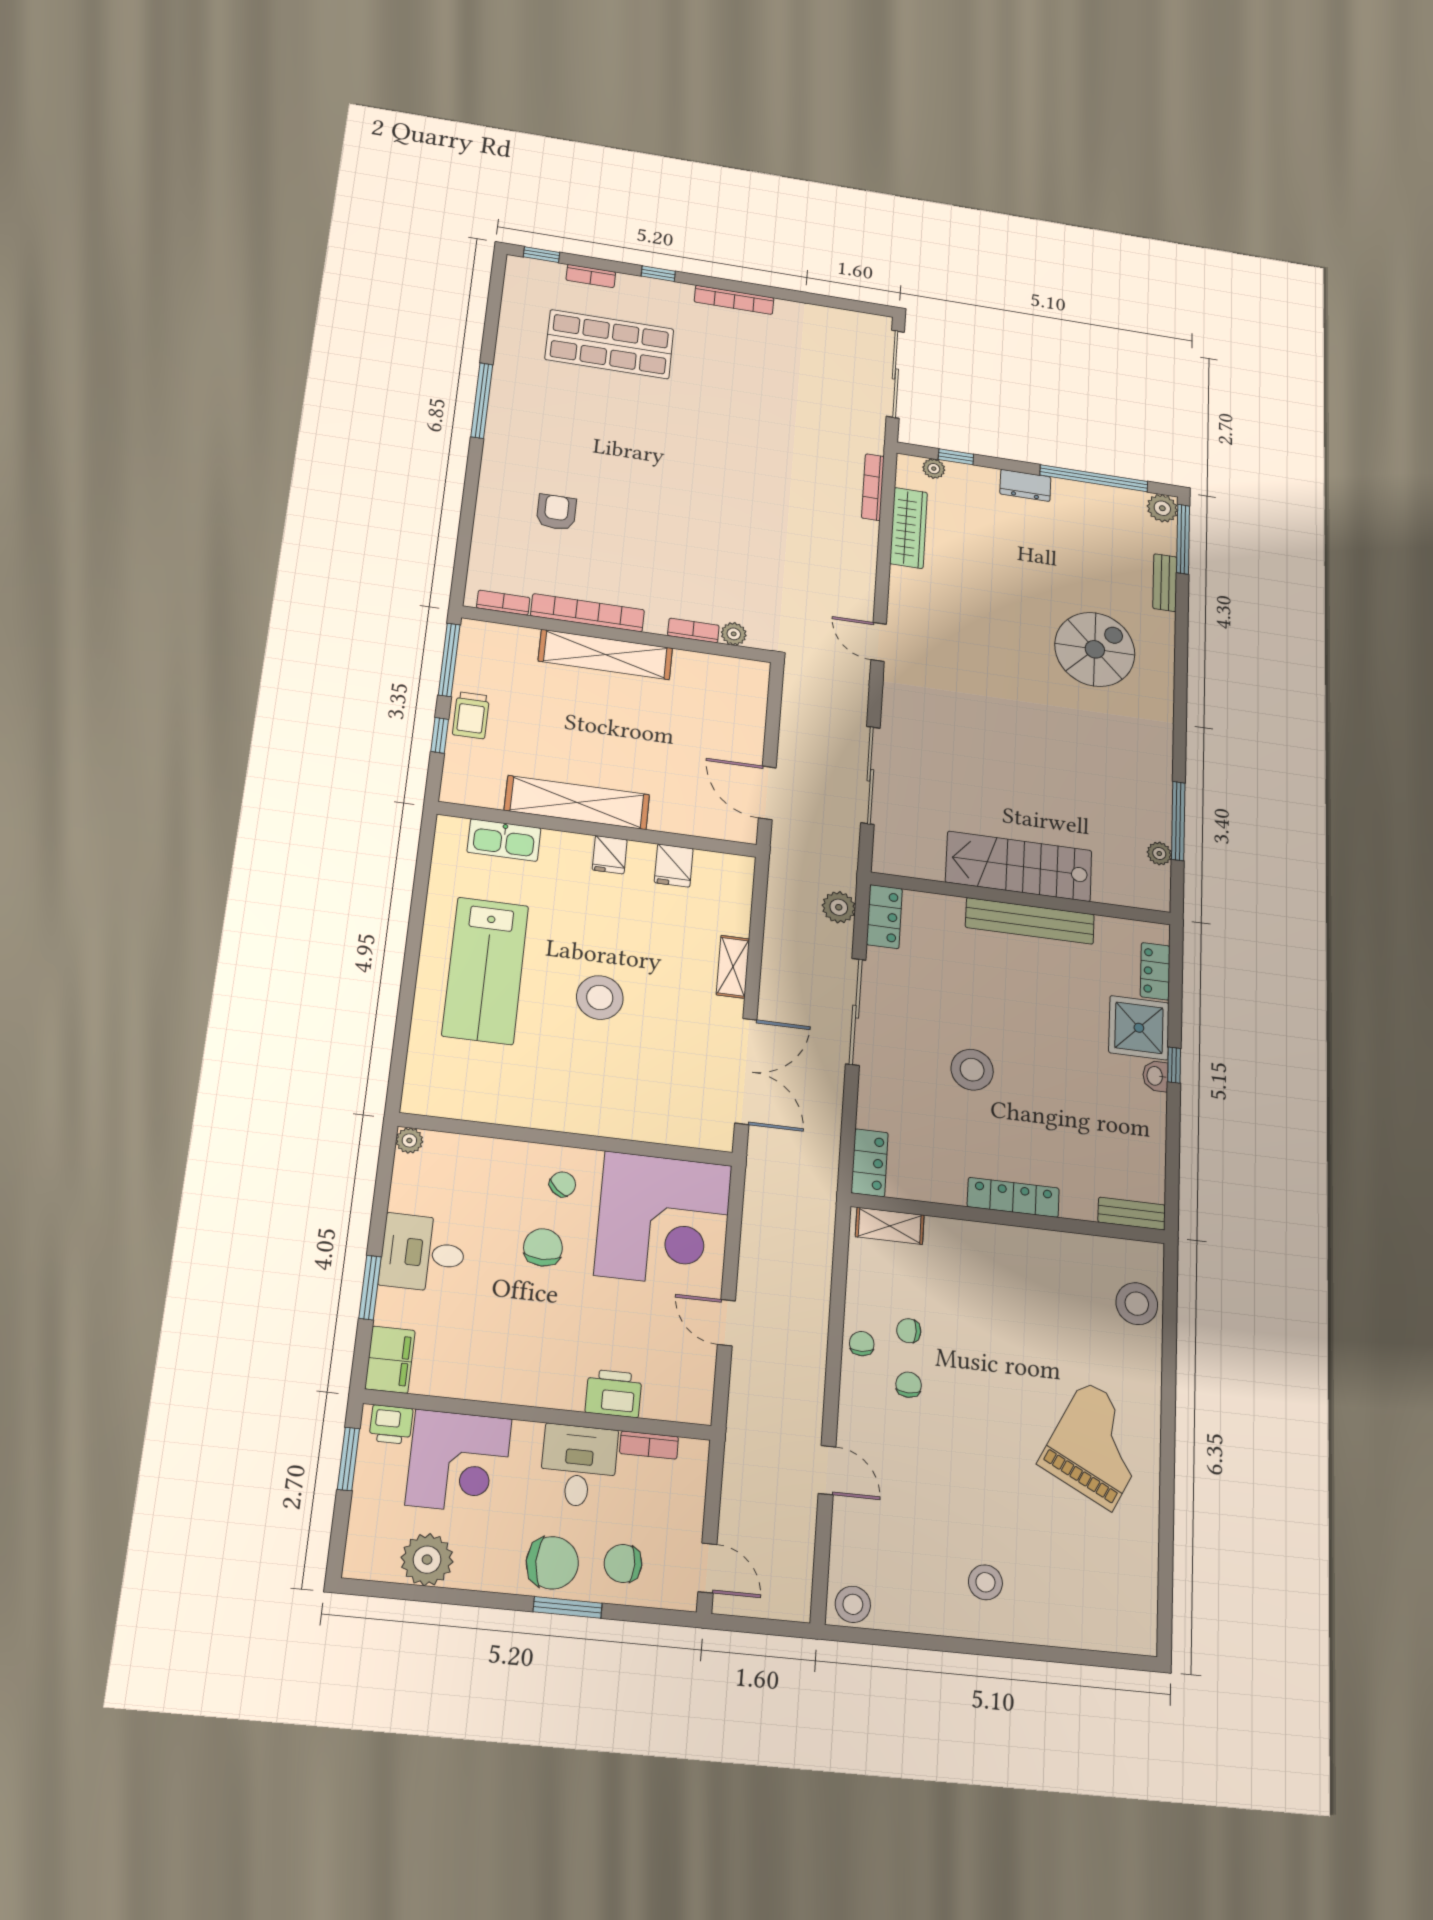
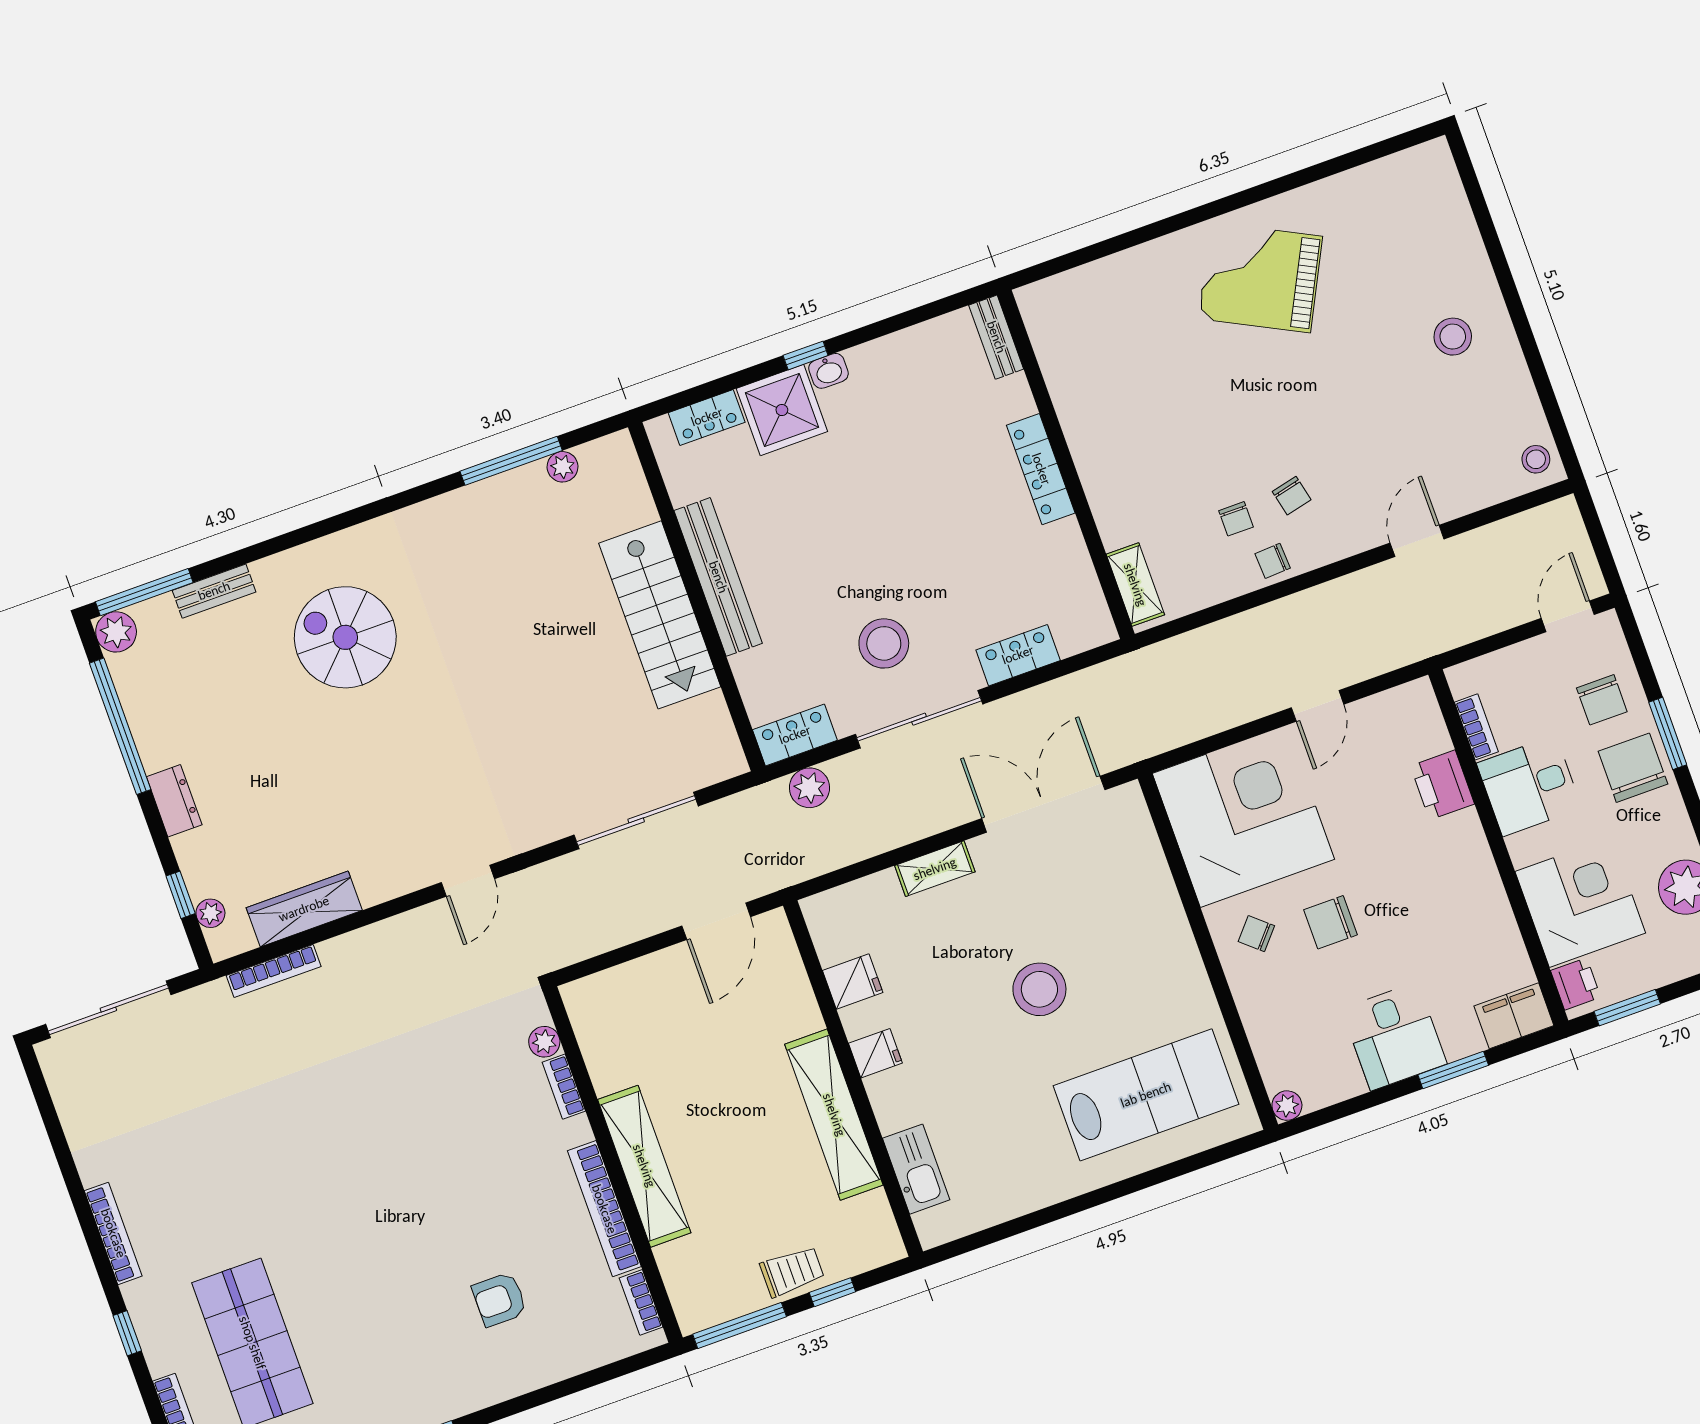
lab bench: (485, 970) -> (1146, 1095), moved
stool: (972, 1070) -> (884, 643), moved
locker: (870, 1163) -> (1018, 655), moved
stool: (1137, 1304) -> (1092, 294), removed
chair: (909, 1385) -> (1292, 496), turned -103
stool: (853, 1604) -> (1536, 459), width x0.73, depth x0.73

